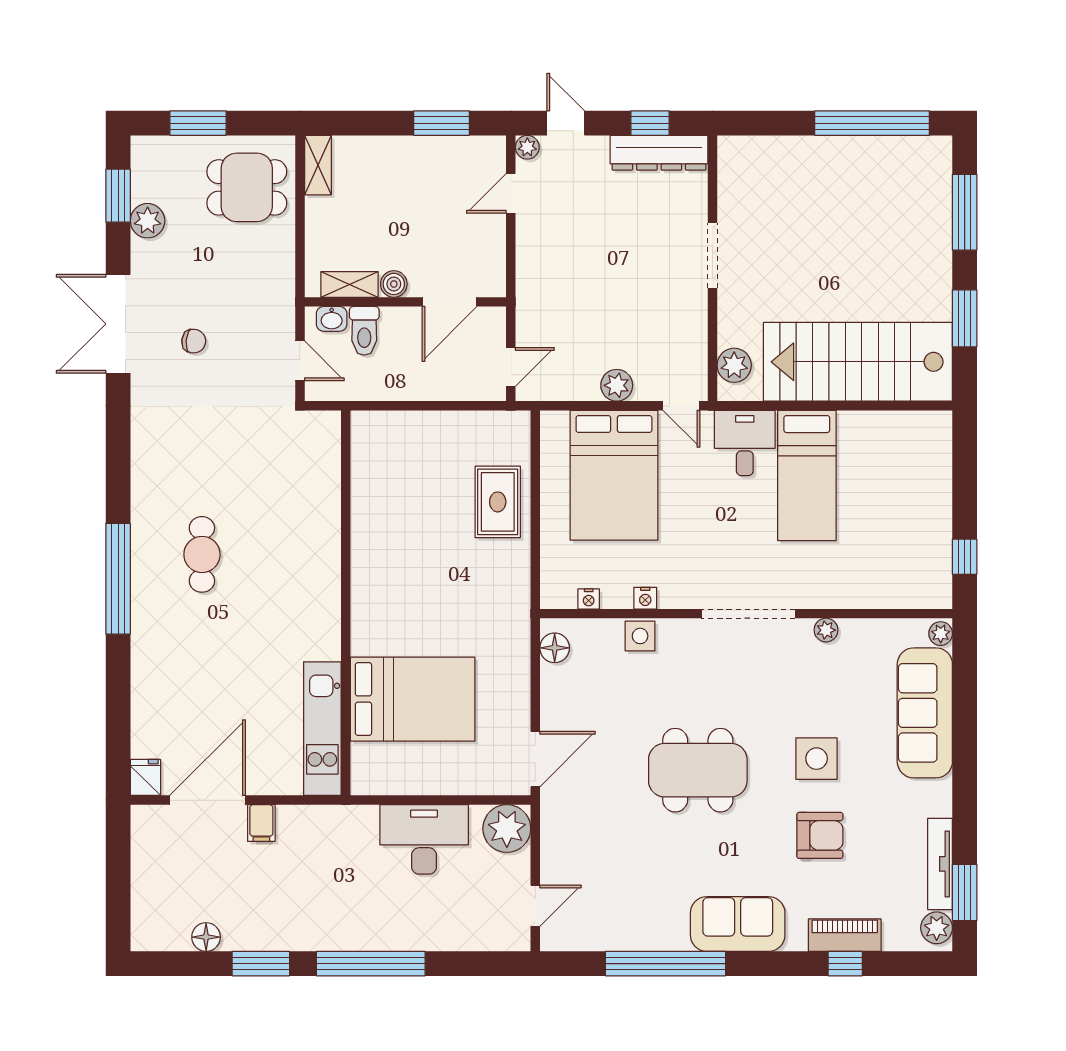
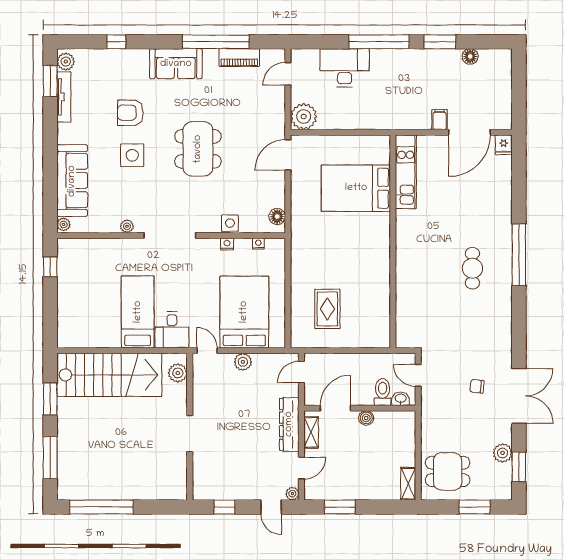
dresser: (659, 153) -> (289, 424), moved, turned -90
shelving: (350, 284) -> (311, 432), moved, turned 90
rug: (498, 502) -> (327, 309), moved
dining table: (698, 770) -> (198, 149), turned 90
desk: (424, 839) -> (345, 68), moved, turned 180
piano: (845, 935) -> (239, 58), moved

